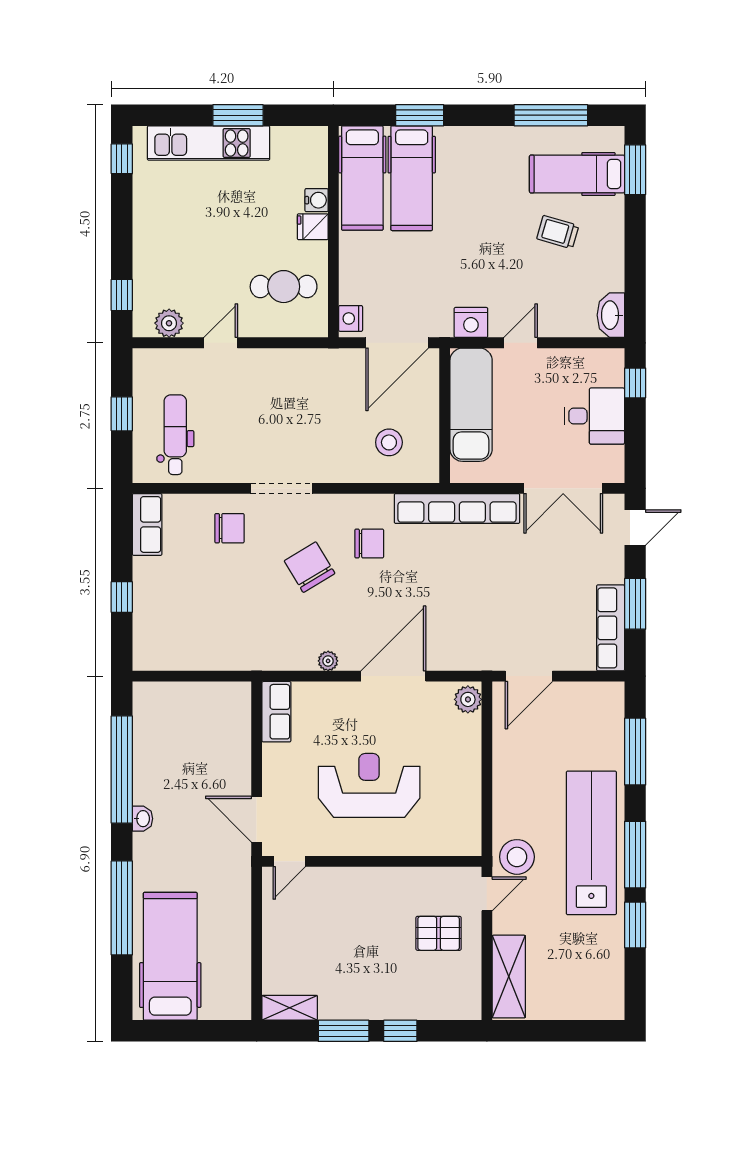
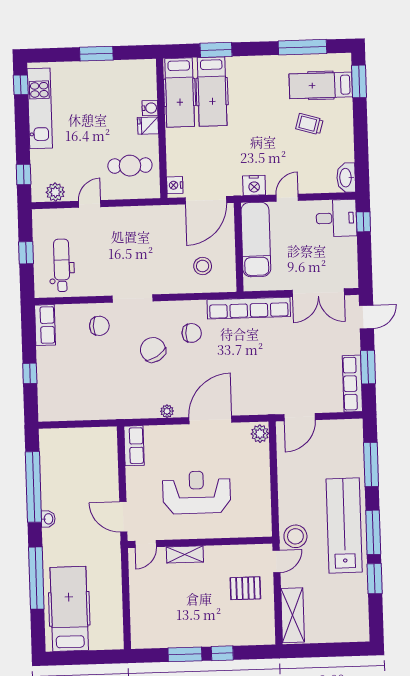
kitchen unit: (209, 143) -> (40, 108), moved, turned -90
desk: (594, 416) -> (336, 218), moved
shelving: (290, 1008) -> (185, 554), moved

